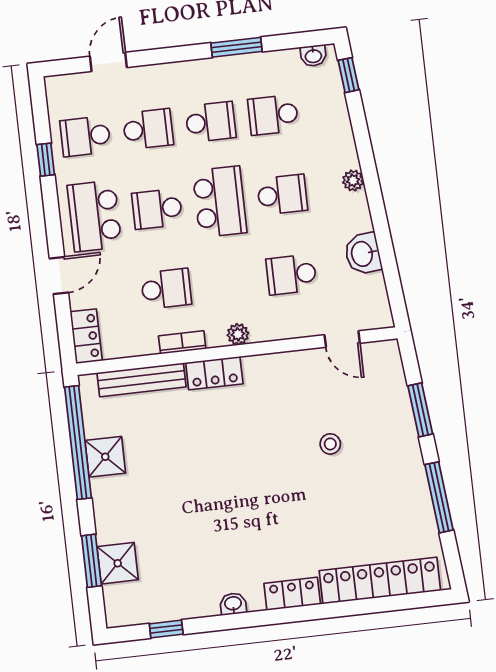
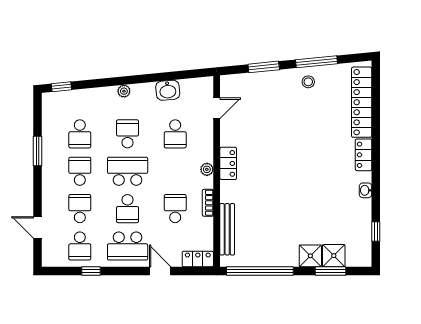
washbasin: (313, 56) -> (48, 106), removed
locker: (214, 373) -> (228, 163), moved
stool: (330, 444) -> (308, 82), moved
shower: (105, 457) -> (310, 256), moved

